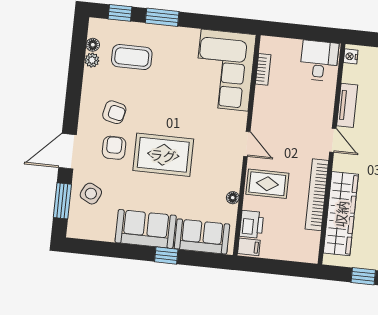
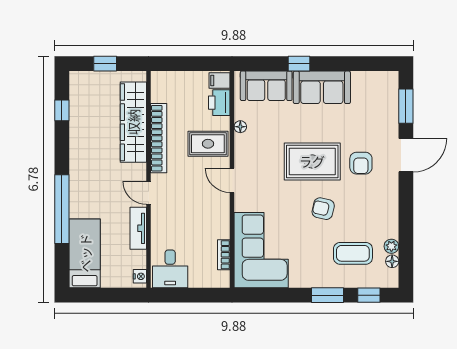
armchair: (114, 112) -> (323, 209), moved
side table: (91, 194) -> (379, 116), removed

